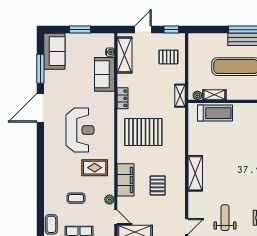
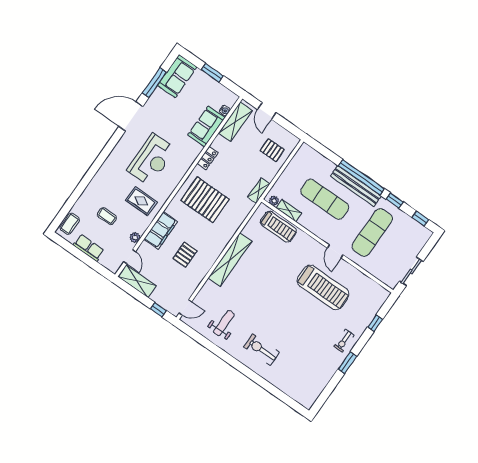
door: (143, 30) -> (267, 111), swing flipped
window: (171, 30) -> (291, 128), removed
shelving: (195, 173) -> (230, 260), width x1.47

